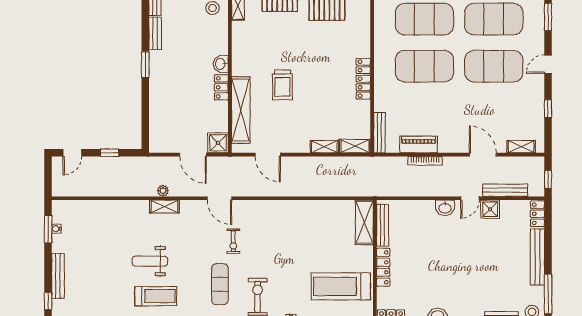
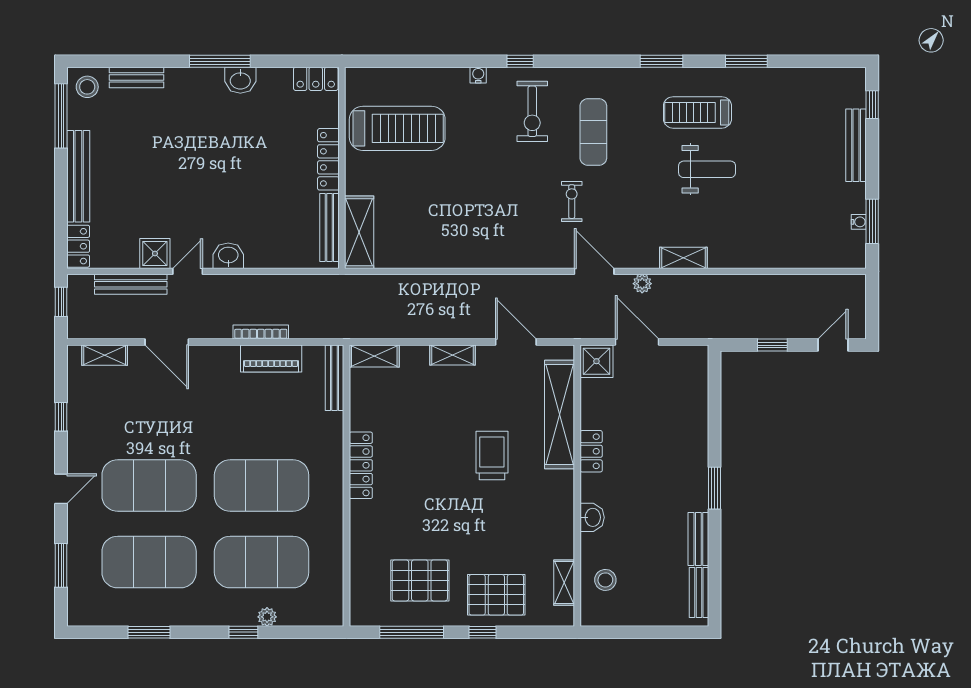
washbasin: (221, 64) -> (592, 517), moved
shelving: (324, 147) -> (453, 355), moved
plant: (163, 191) -> (642, 284), moved

